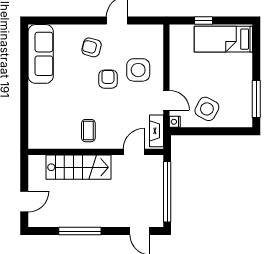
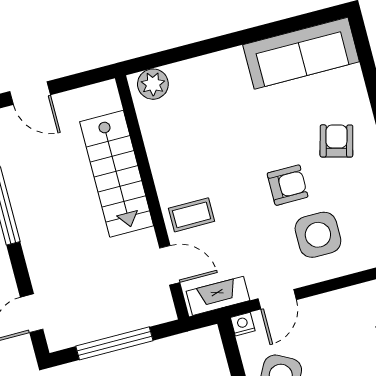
coffee table: (88, 131) -> (192, 215), moved
plant: (36, 136) -> (153, 84), added
window: (167, 192) -> (114, 343), width x0.68

